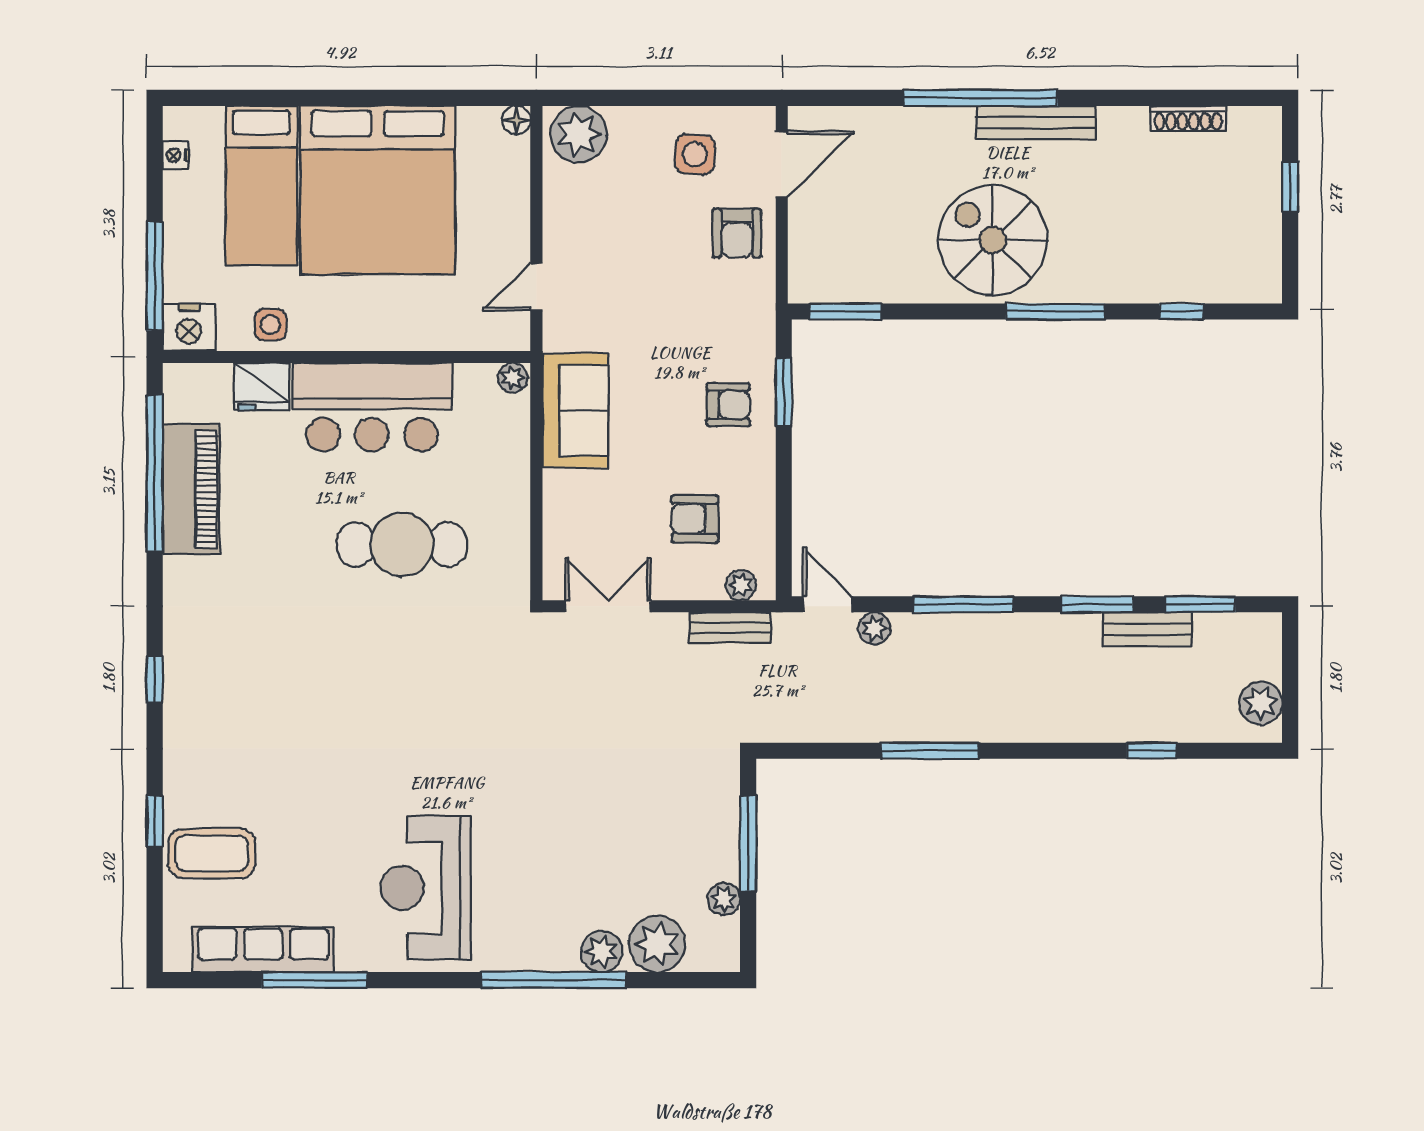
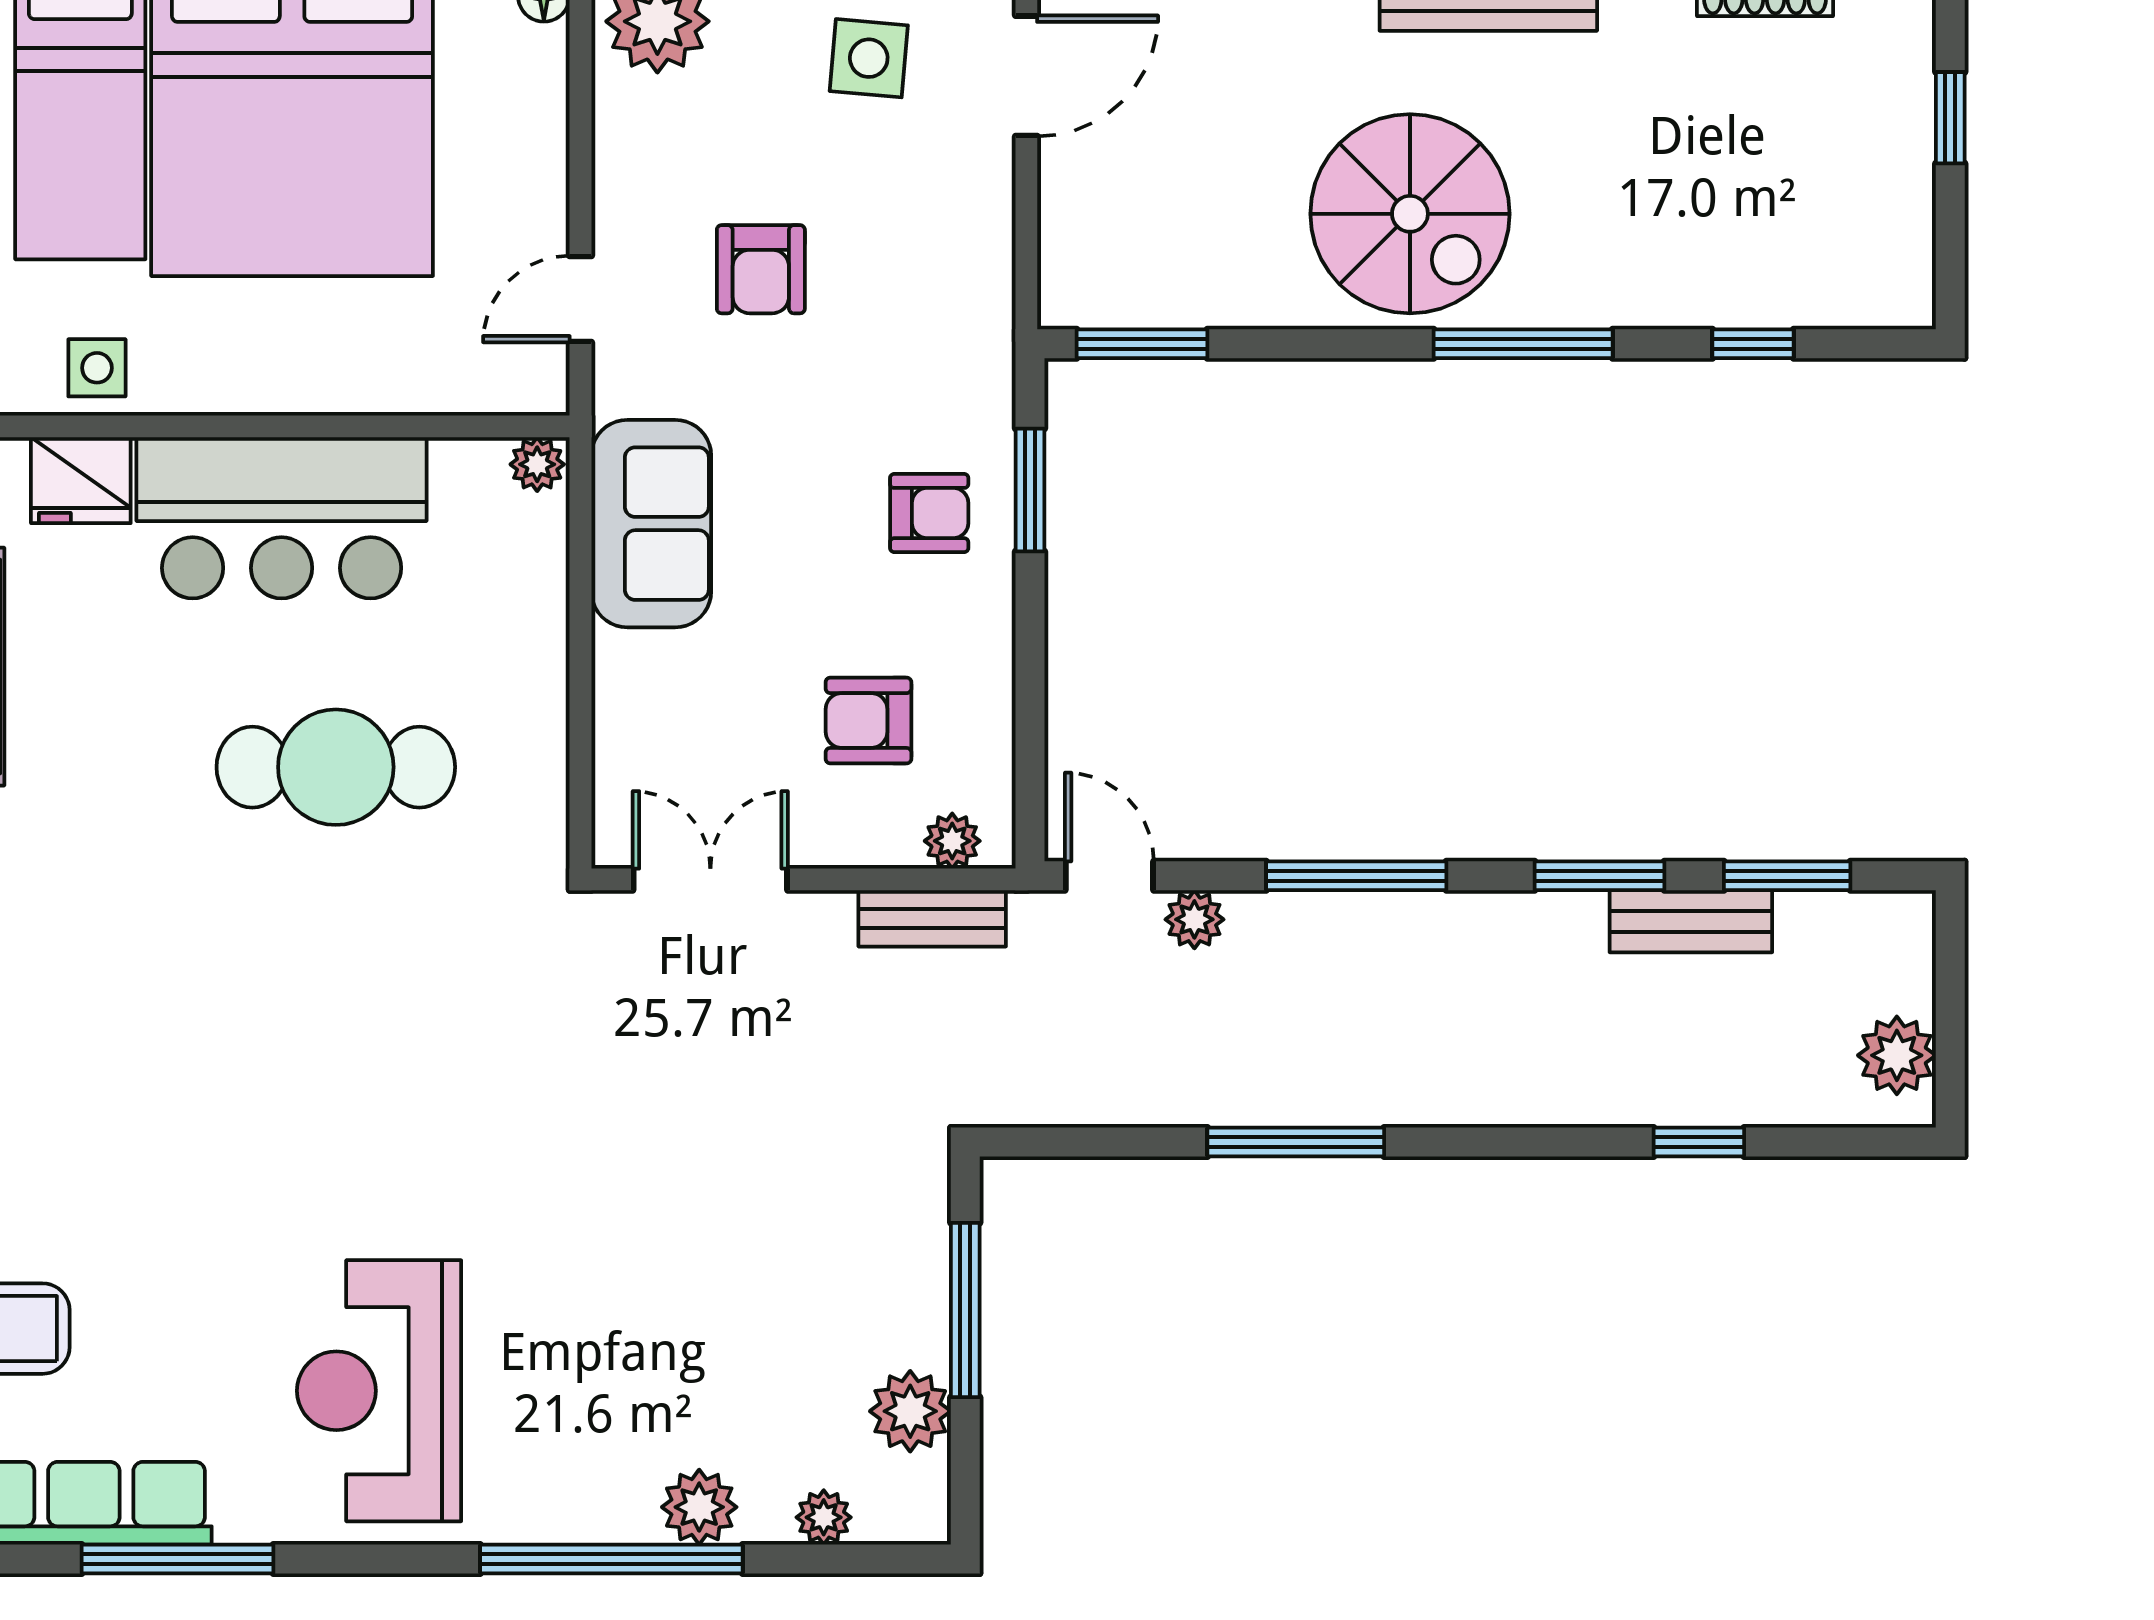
armchair: (737, 233) -> (761, 269), moved
spiral stairs: (993, 240) -> (1410, 214), turned 180
plant: (724, 899) -> (910, 1411), width x1.38, depth x1.38
plant: (657, 944) -> (824, 1517), width x0.53, depth x0.53

